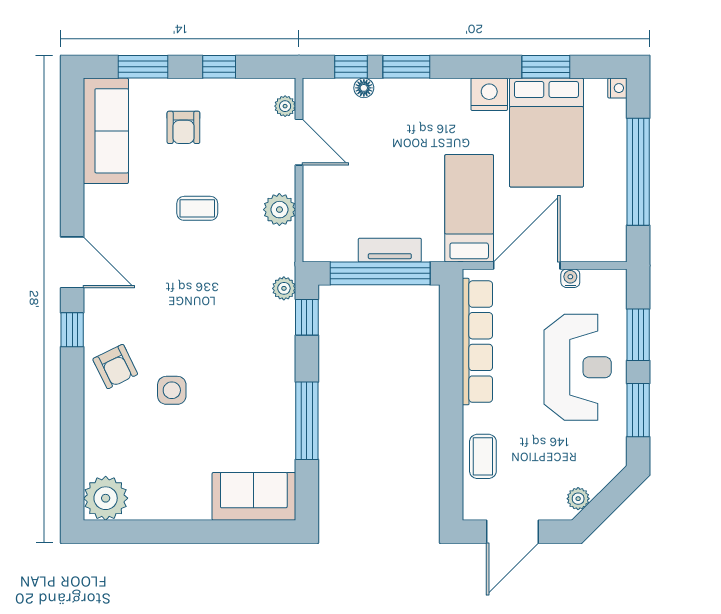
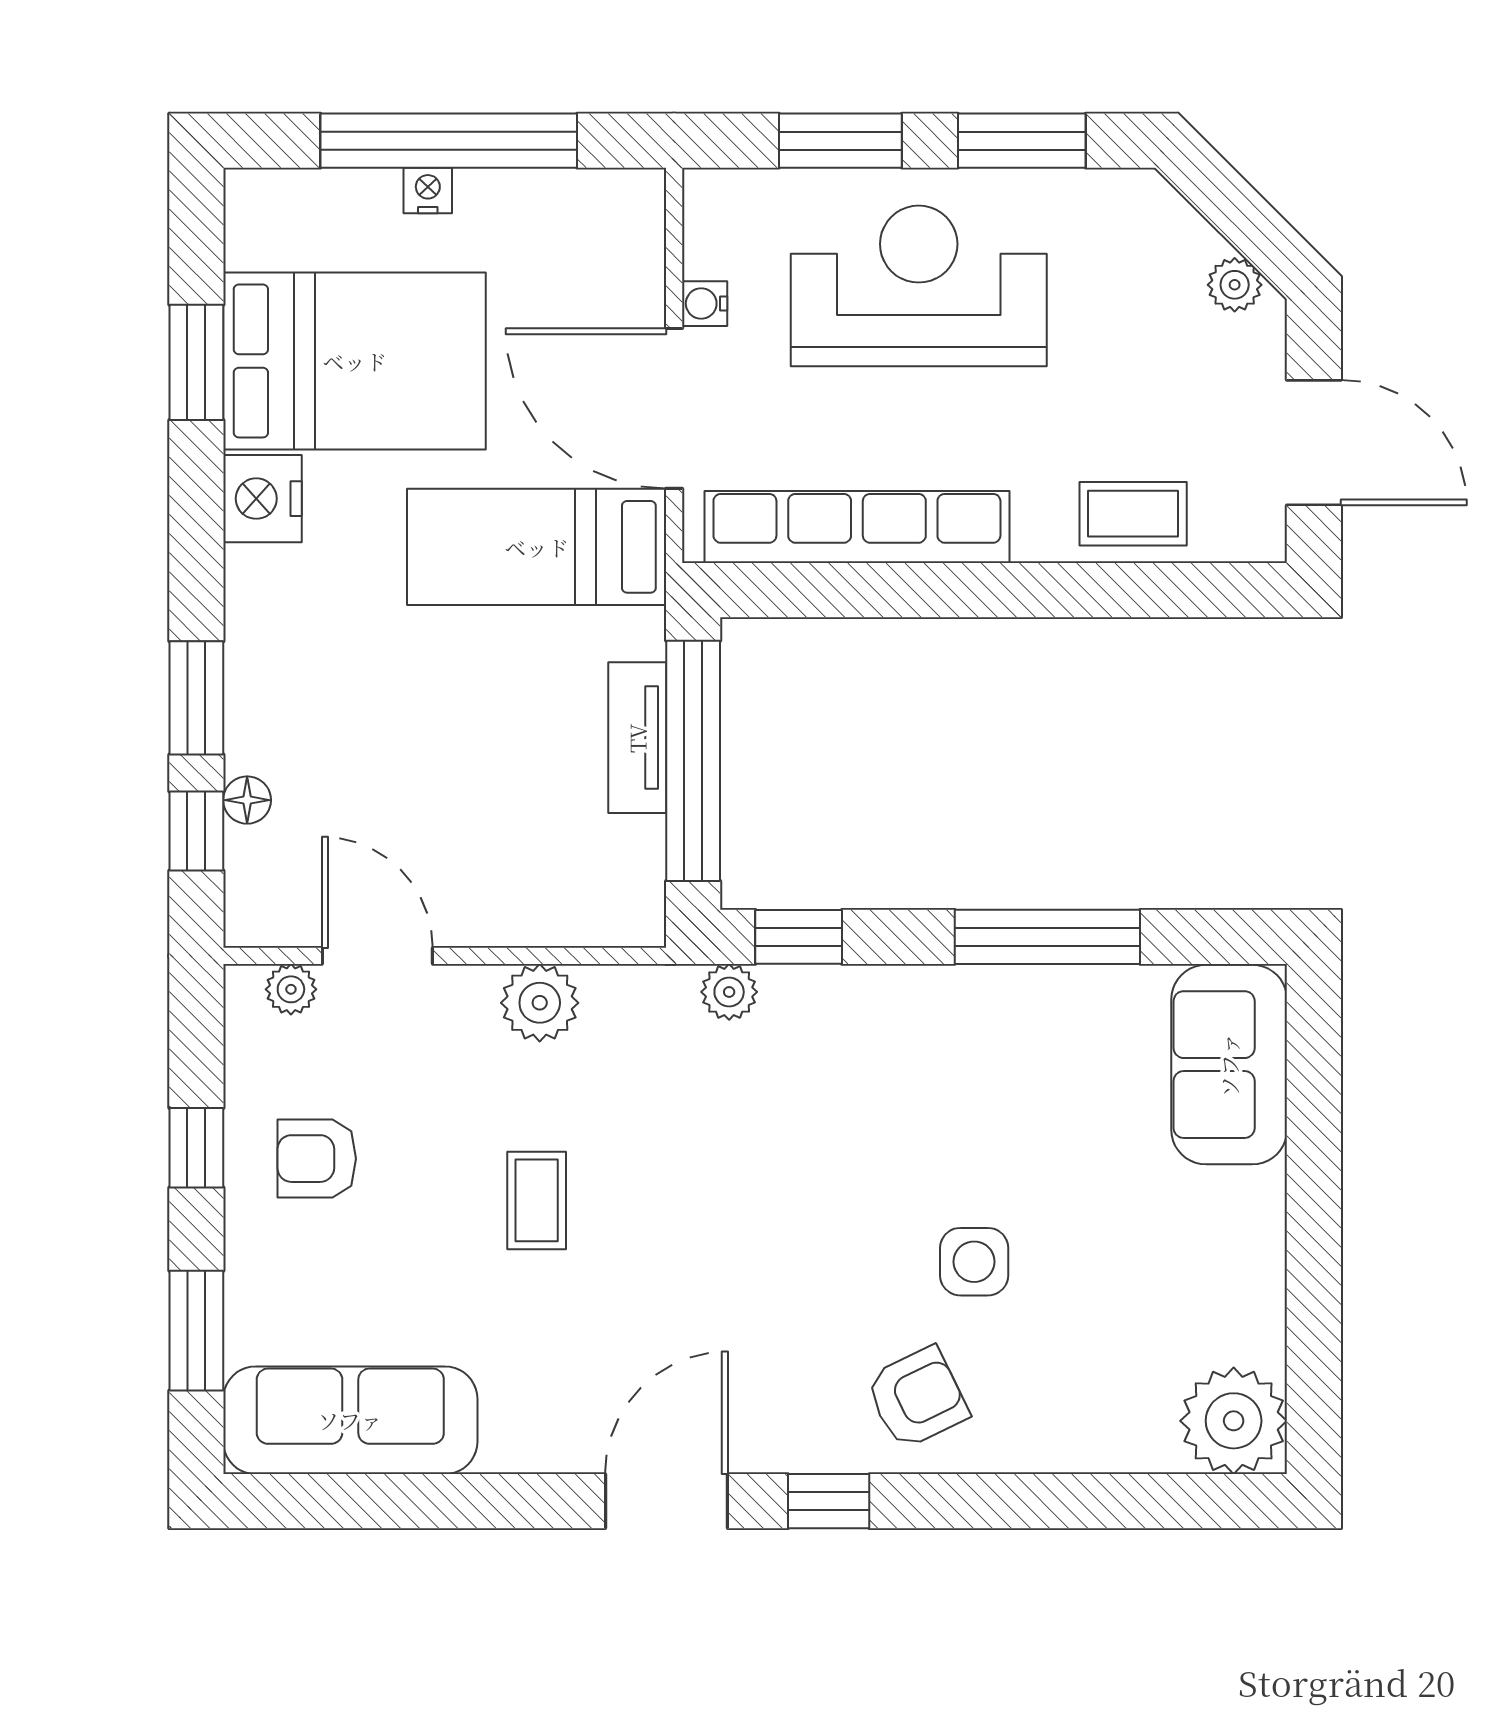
nightstand: (617, 88) -> (428, 190), moved
armchair: (183, 127) -> (317, 1159), moved, turned 180
door: (299, 142) -> (377, 956), hinge flipped

